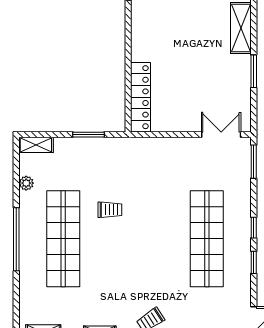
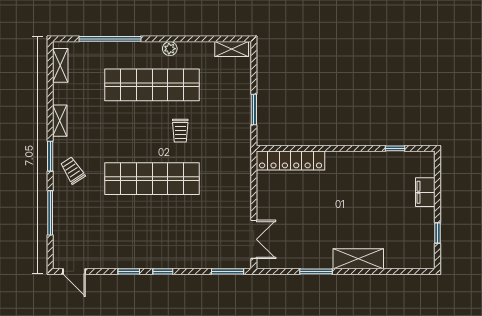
shelving: (36, 145) -> (232, 49), moved, turned 90
plant: (26, 183) -> (170, 49), moved
window: (16, 239) -> (110, 39), moved
shop shelf: (207, 239) -> (152, 179), moved

